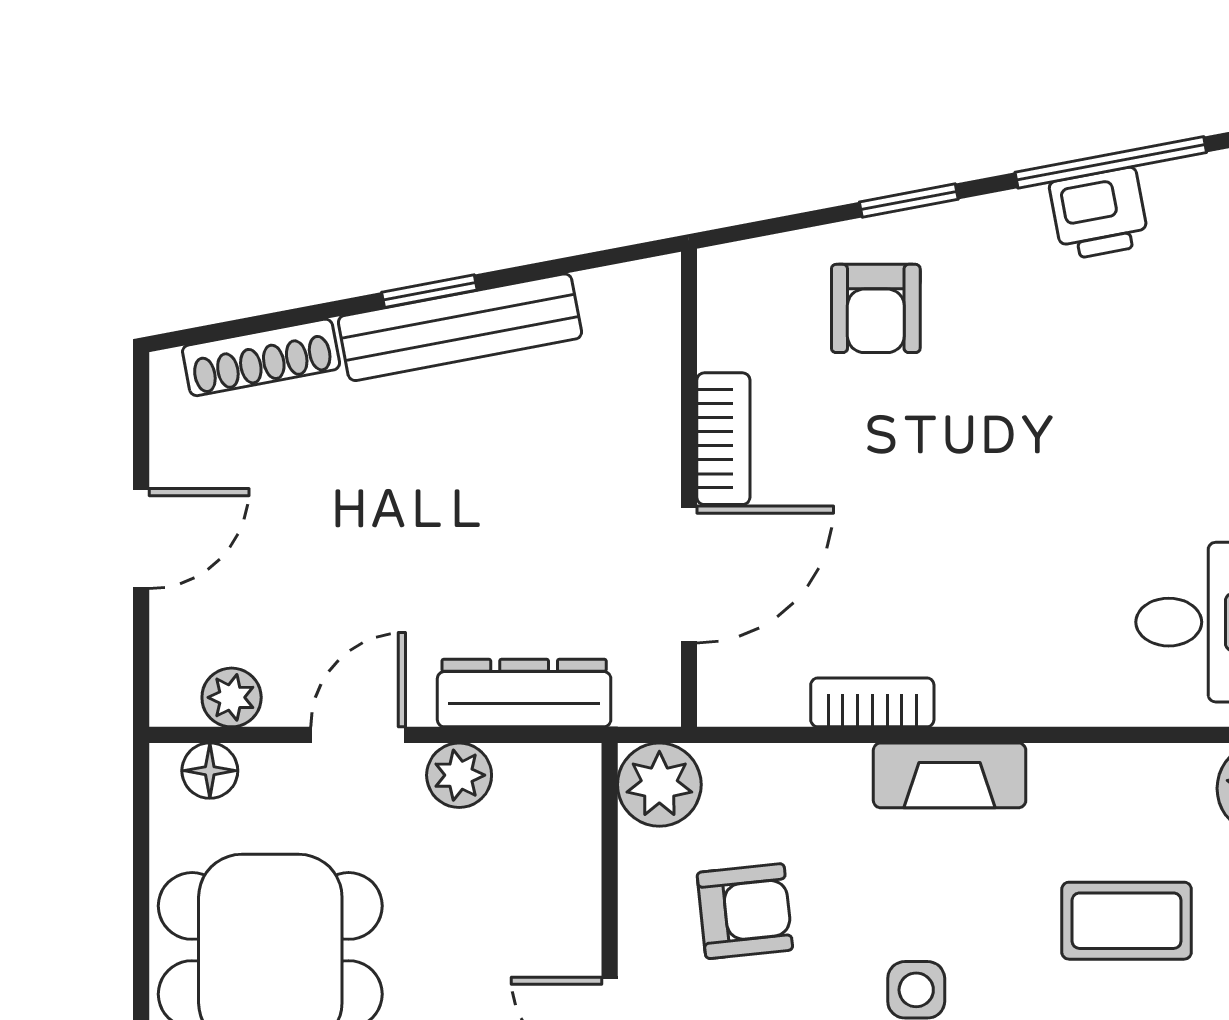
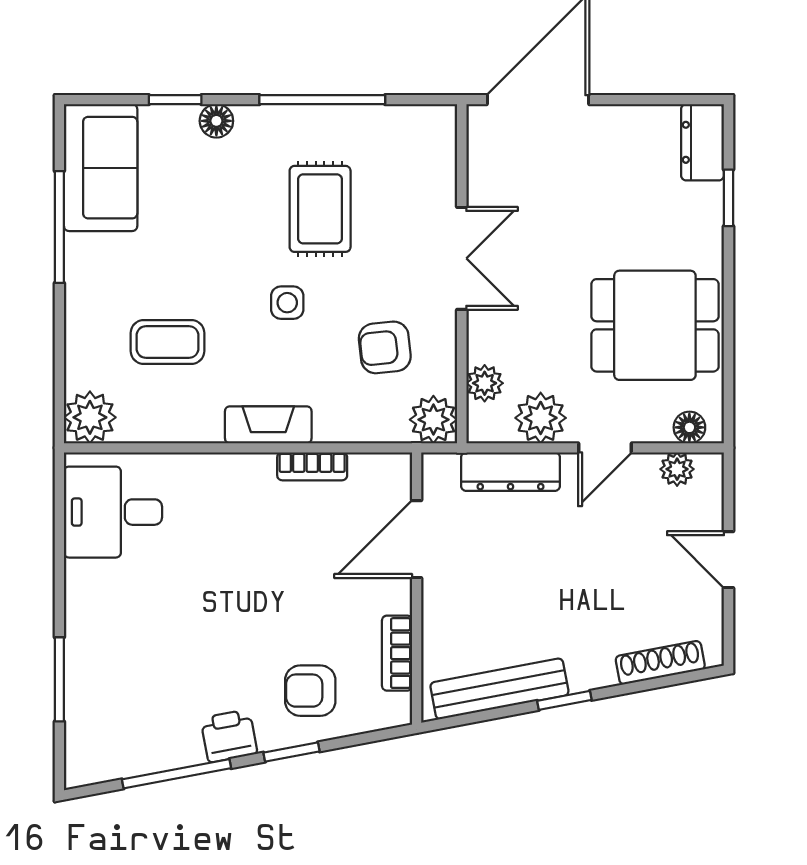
printer: (1099, 214) -> (229, 736), moved
armchair: (876, 308) -> (310, 691), turned -90
bench: (460, 327) -> (499, 689), moved
bookcase: (723, 439) -> (397, 653), moved
door: (141, 539) -> (728, 560), hinge flipped
plant: (459, 775) -> (541, 418), width x1.38, depth x1.38
plant: (570, 848) -> (485, 383), added

